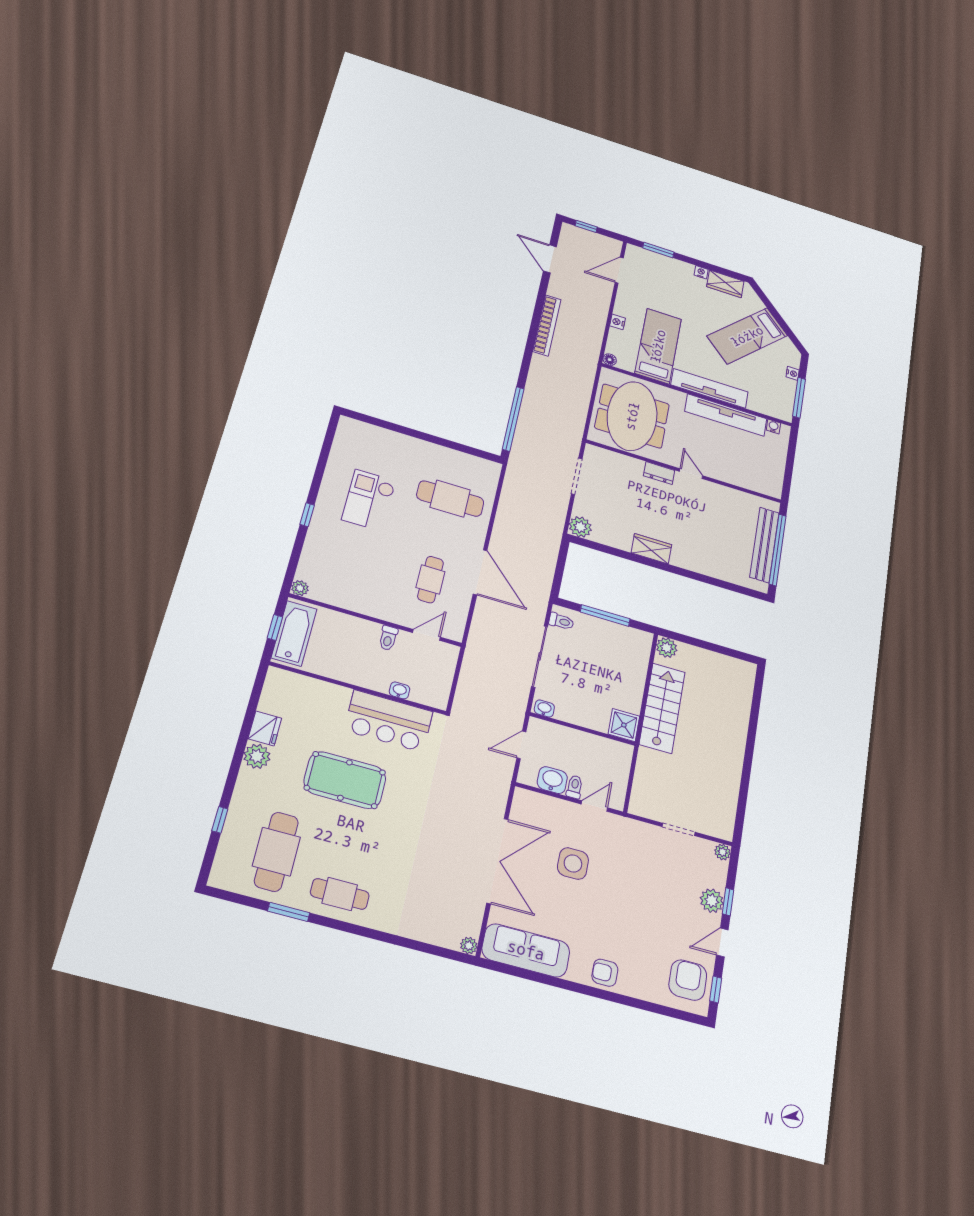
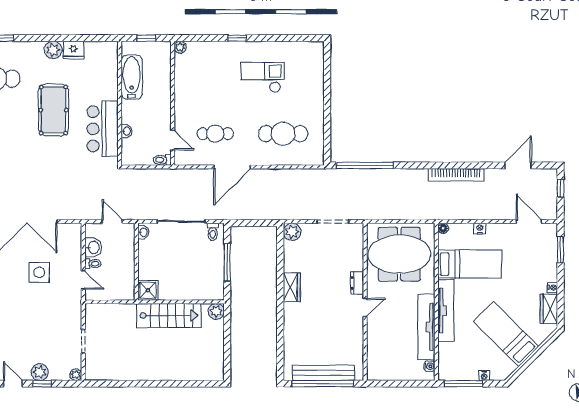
cafe table: (450, 499) -> (283, 134), turned 90
bathtub: (294, 633) -> (132, 77), moved, turned -90
toilet: (388, 638) -> (162, 160), moved

